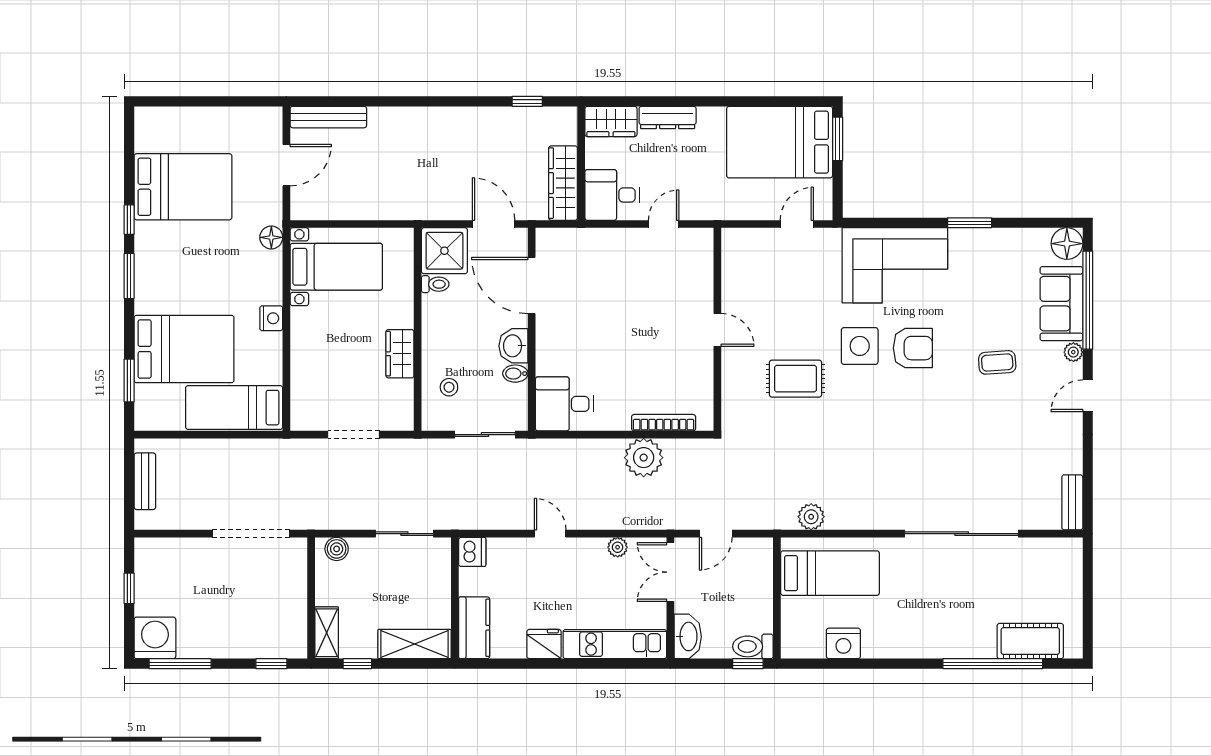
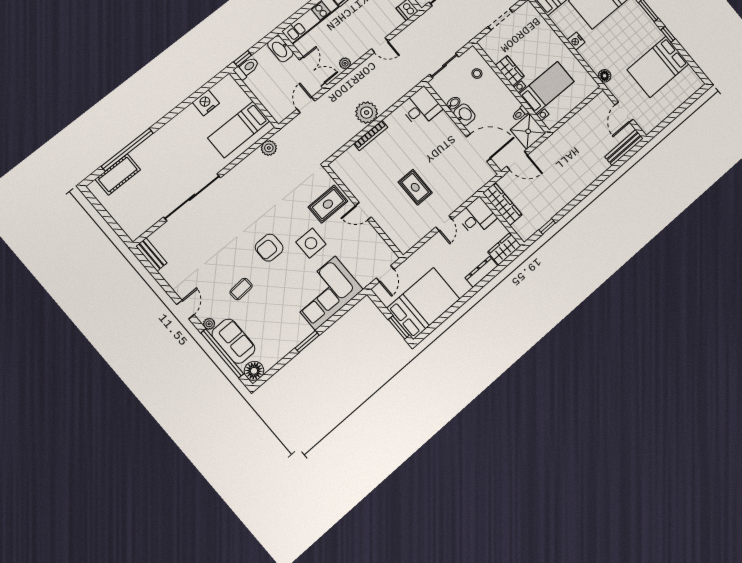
bed with nightstands: (336, 267) -> (547, 88), moved, turned 180
rug: (662, 304) -> (415, 187), added
wall: (717, 329) -> (364, 212), moved
door: (717, 330) -> (363, 211), moved
armchair: (913, 348) -> (269, 248), moved

